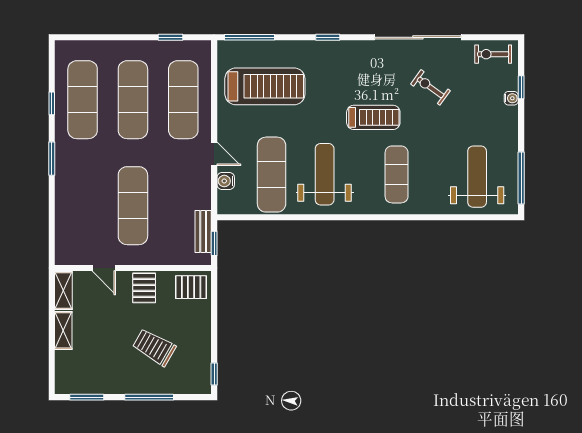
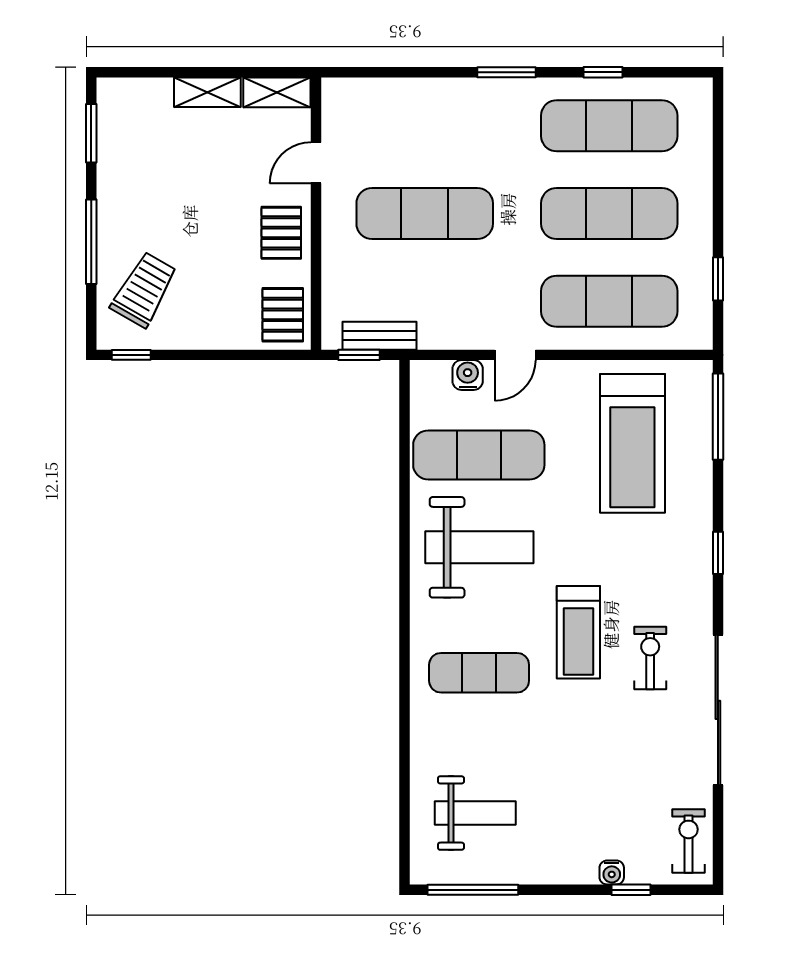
exercise bike: (430, 87) -> (650, 658), moved, turned -36
weight bench: (477, 177) -> (475, 813), width x0.73, depth x0.75
pallet: (144, 288) -> (281, 233), turned 90
trolley: (154, 347) -> (144, 290), moved

